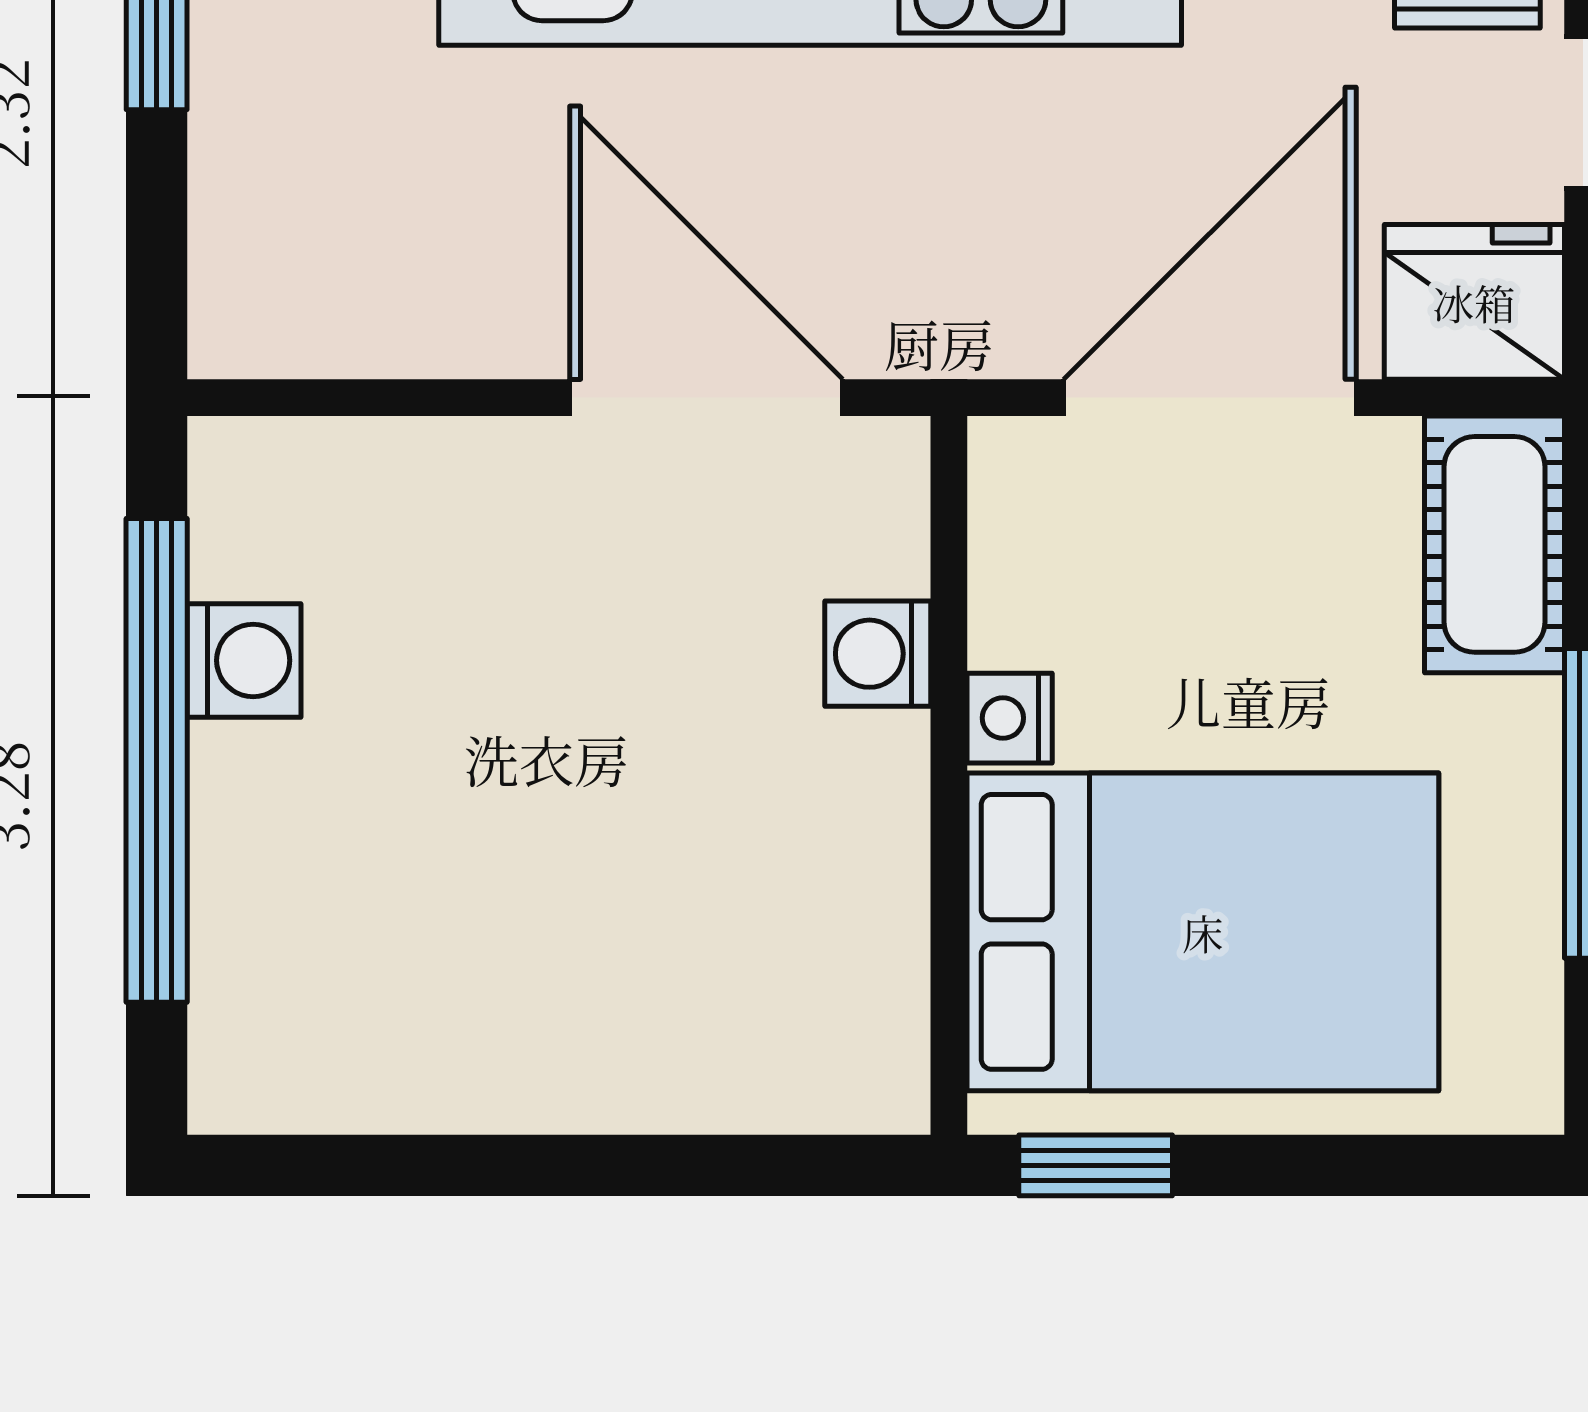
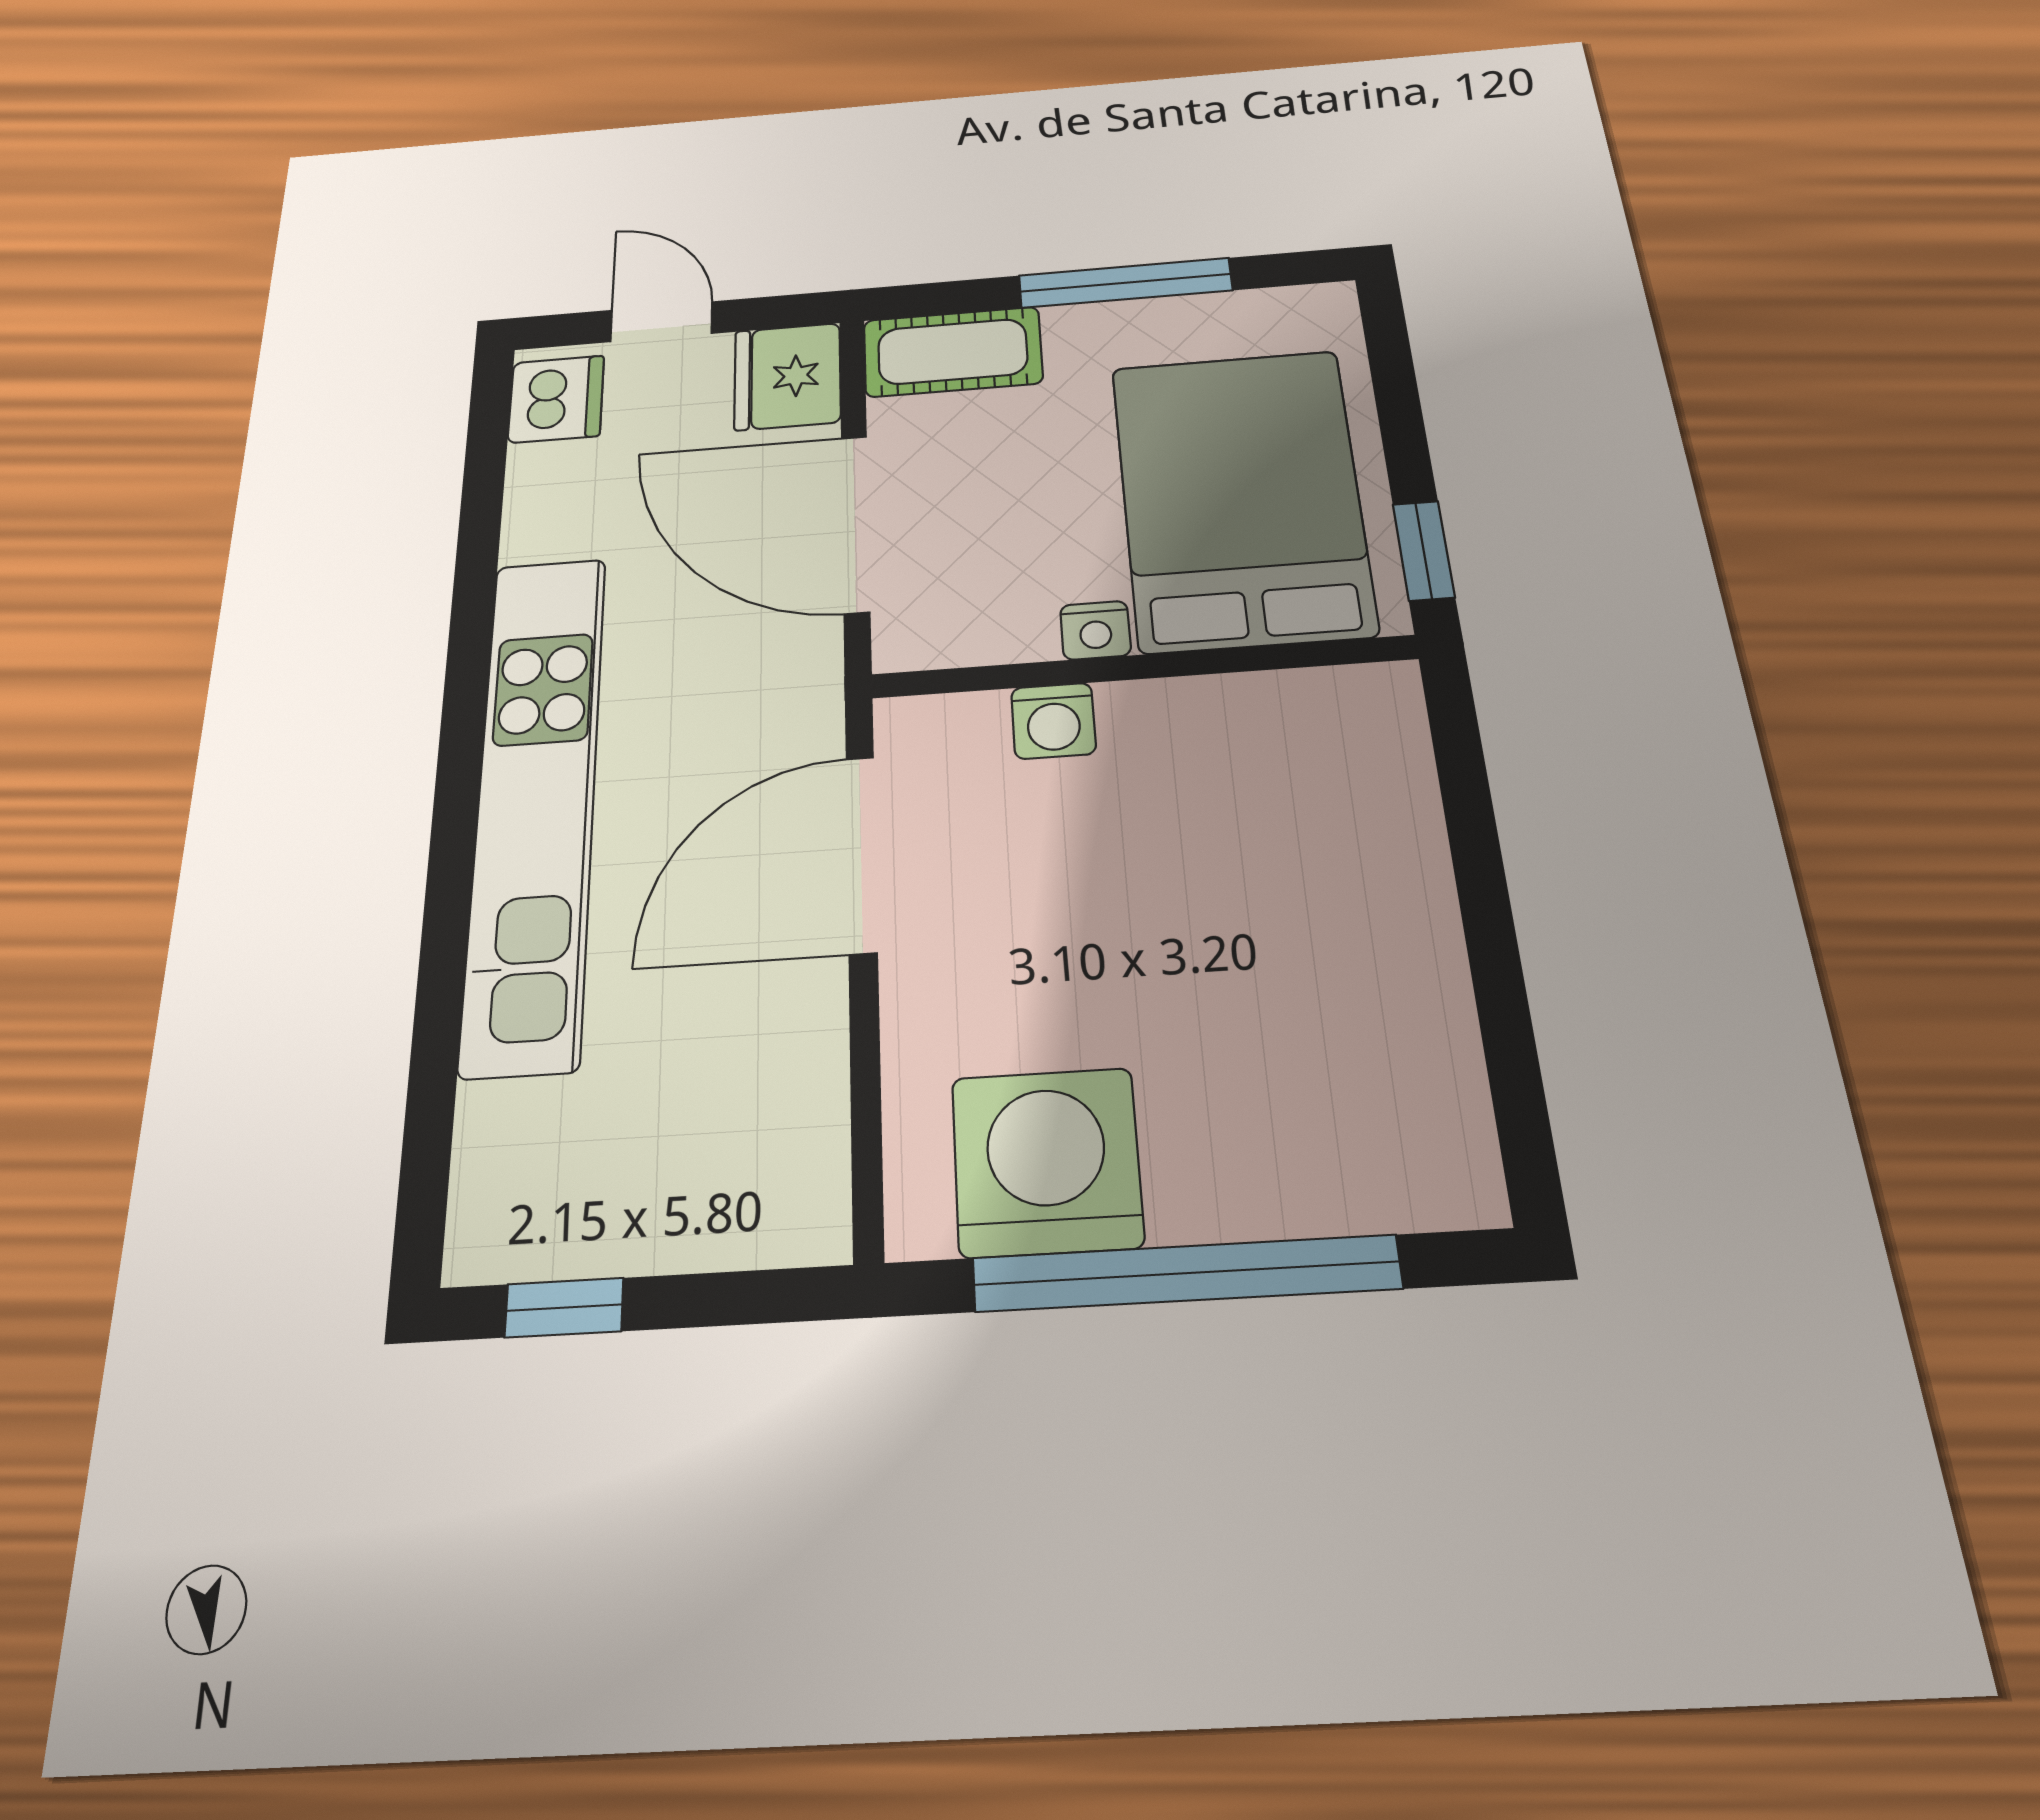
washing machine: (244, 660) -> (1047, 1162), width x1.89, depth x1.89

